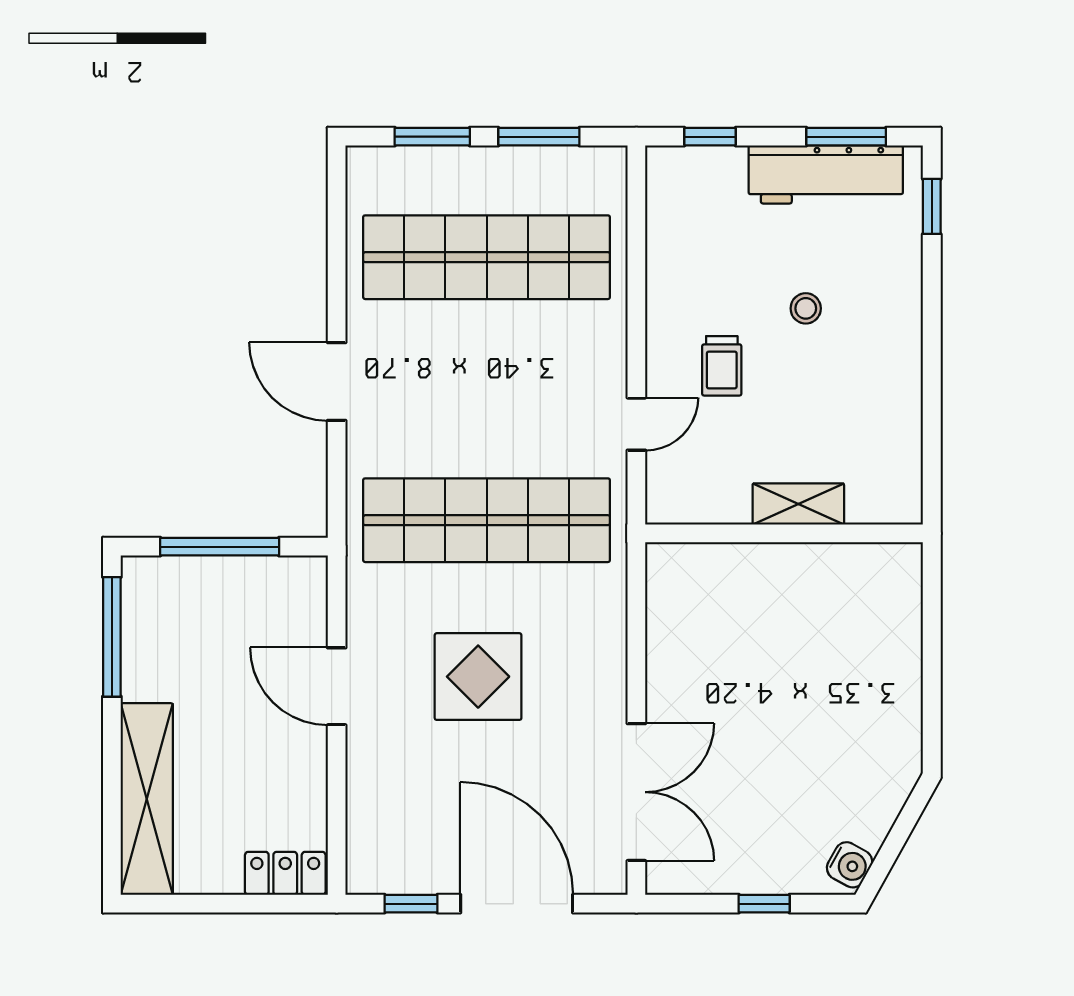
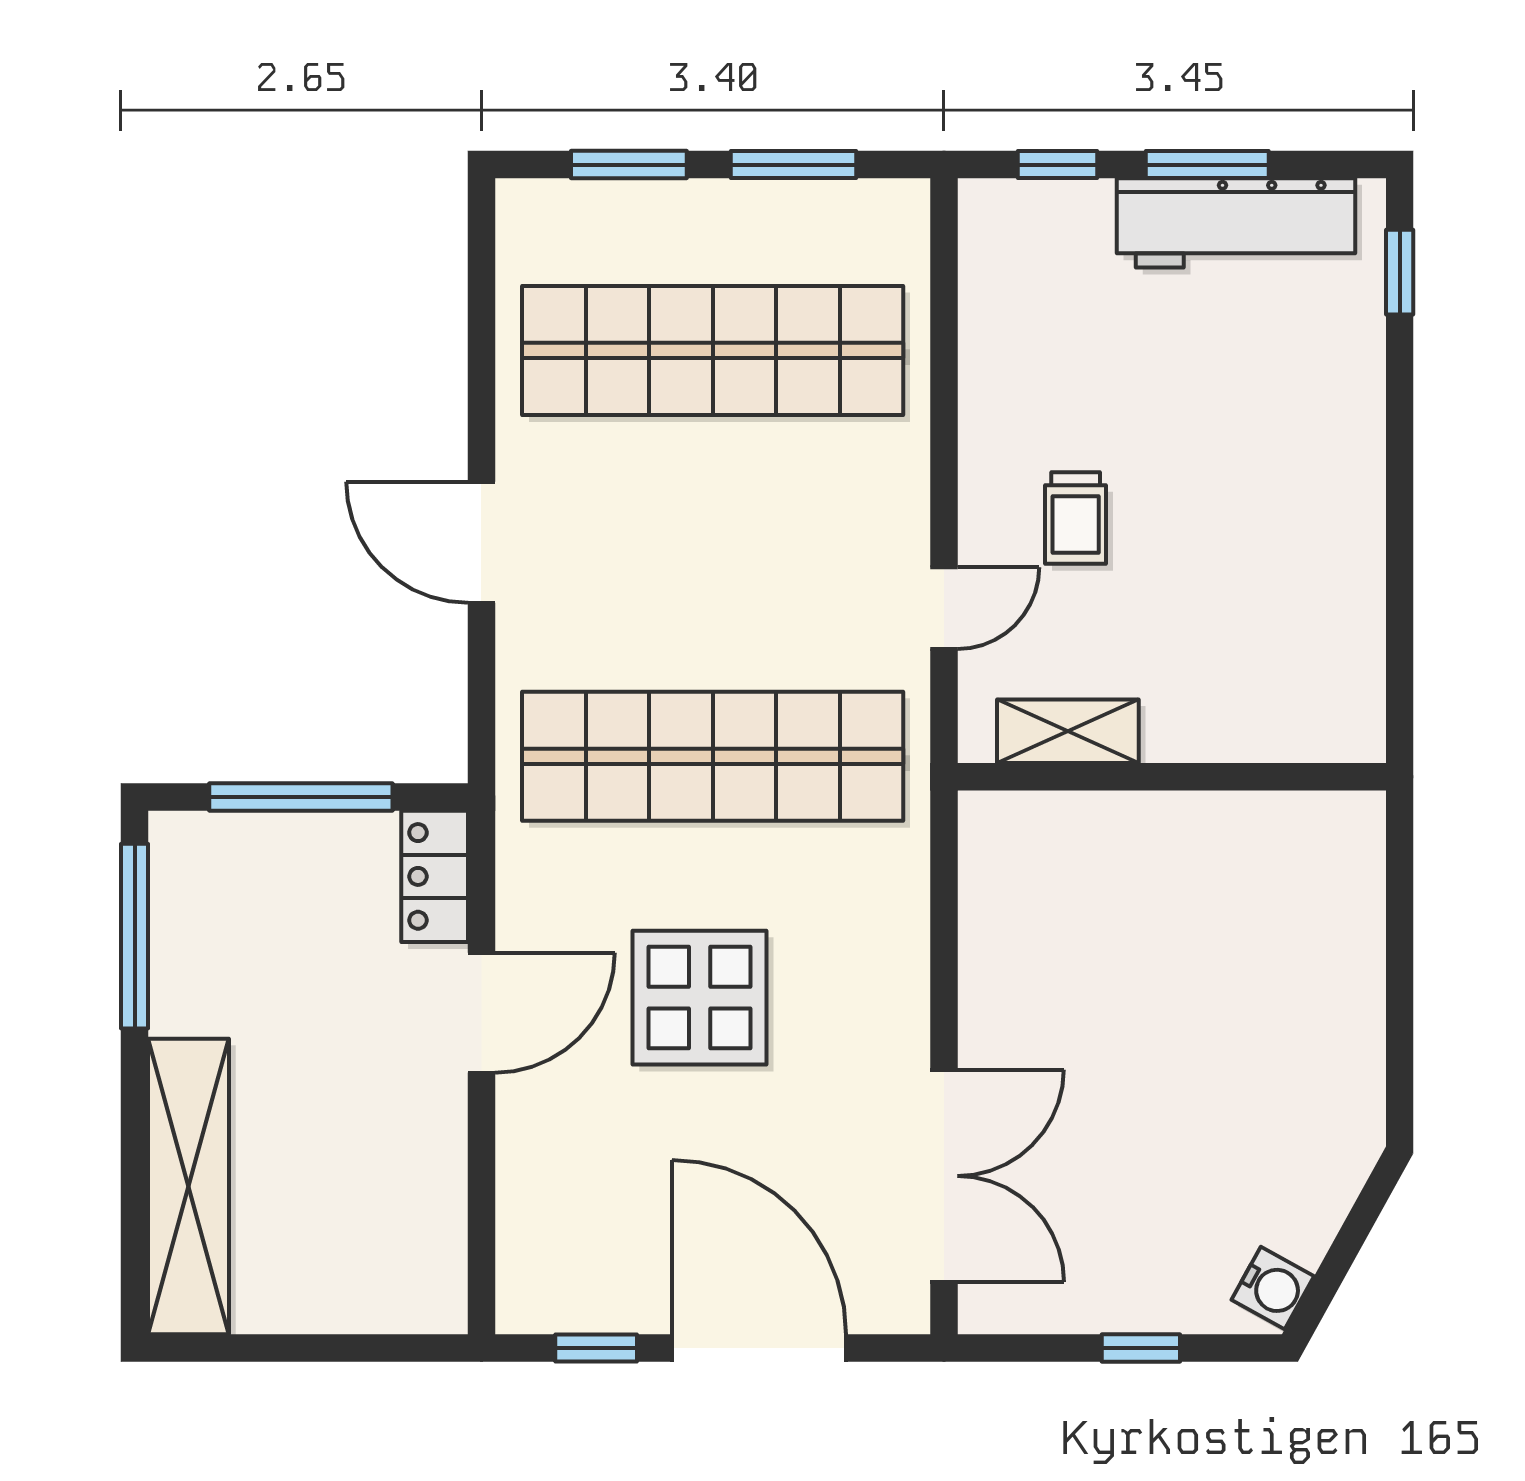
window: (846, 137) -> (1207, 165), moved
stool: (806, 308) -> (1205, 429), removed
shelving: (798, 504) -> (1068, 731), moved
door: (337, 686) -> (481, 1013), swing flipped
locker: (285, 873) -> (435, 876), moved, turned -90

